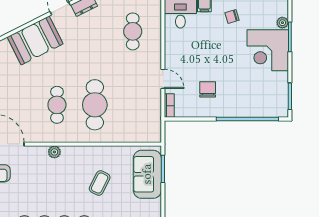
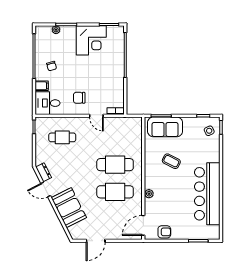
corner desk: (268, 50) -> (91, 40), moved
door: (163, 79) -> (96, 116), swing flipped
chair: (208, 89) -> (79, 98), moved
cafe table: (57, 105) -> (115, 192), width x1.37, depth x1.35

